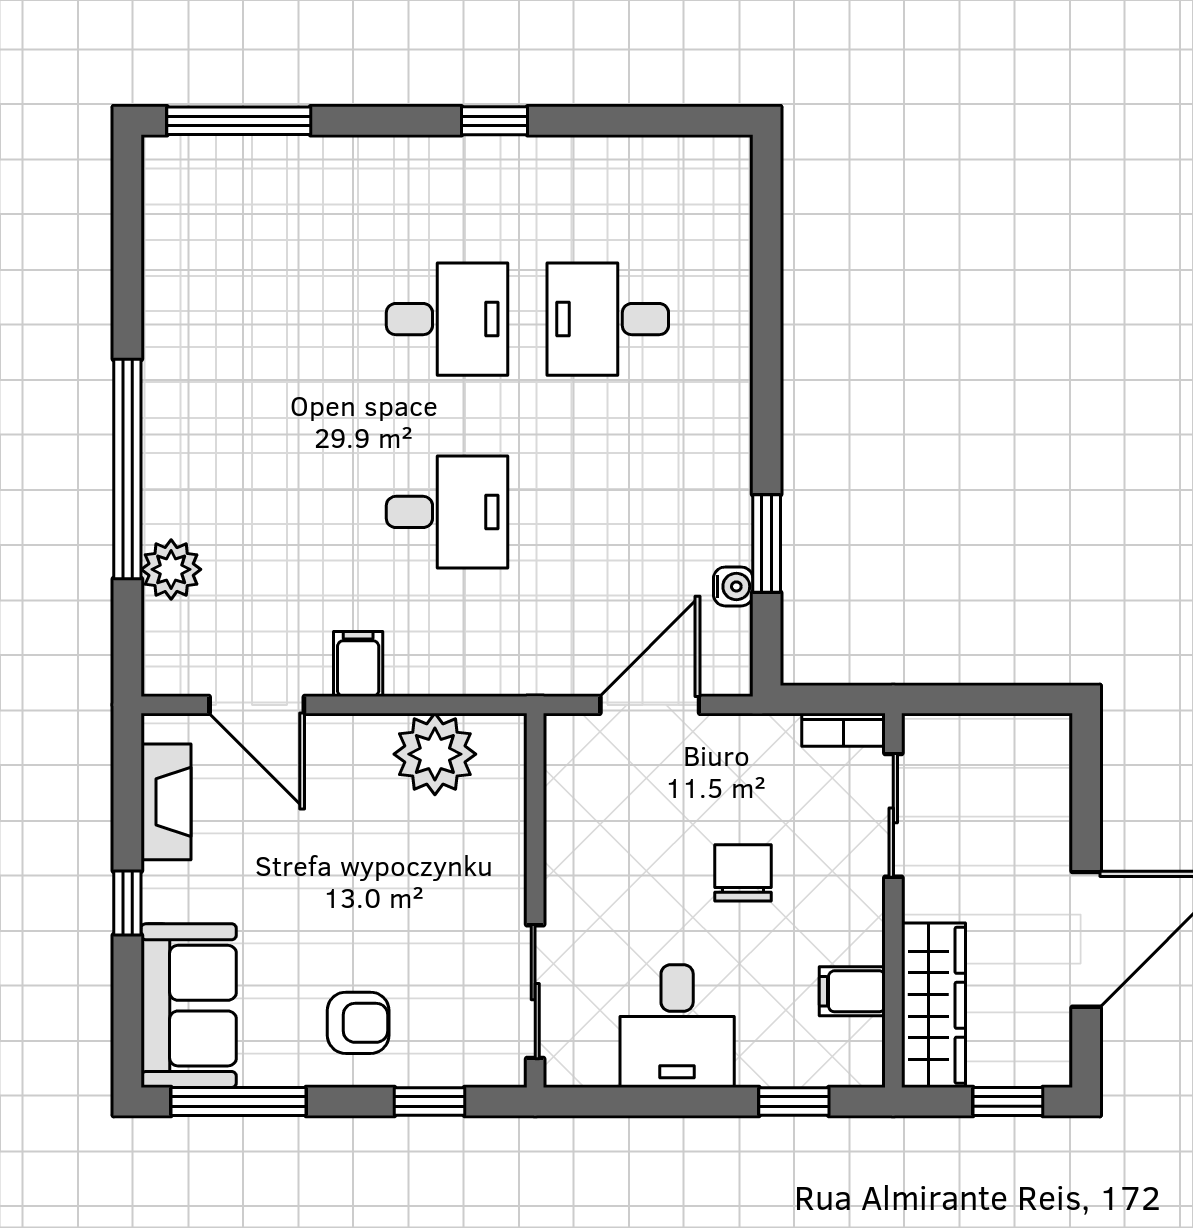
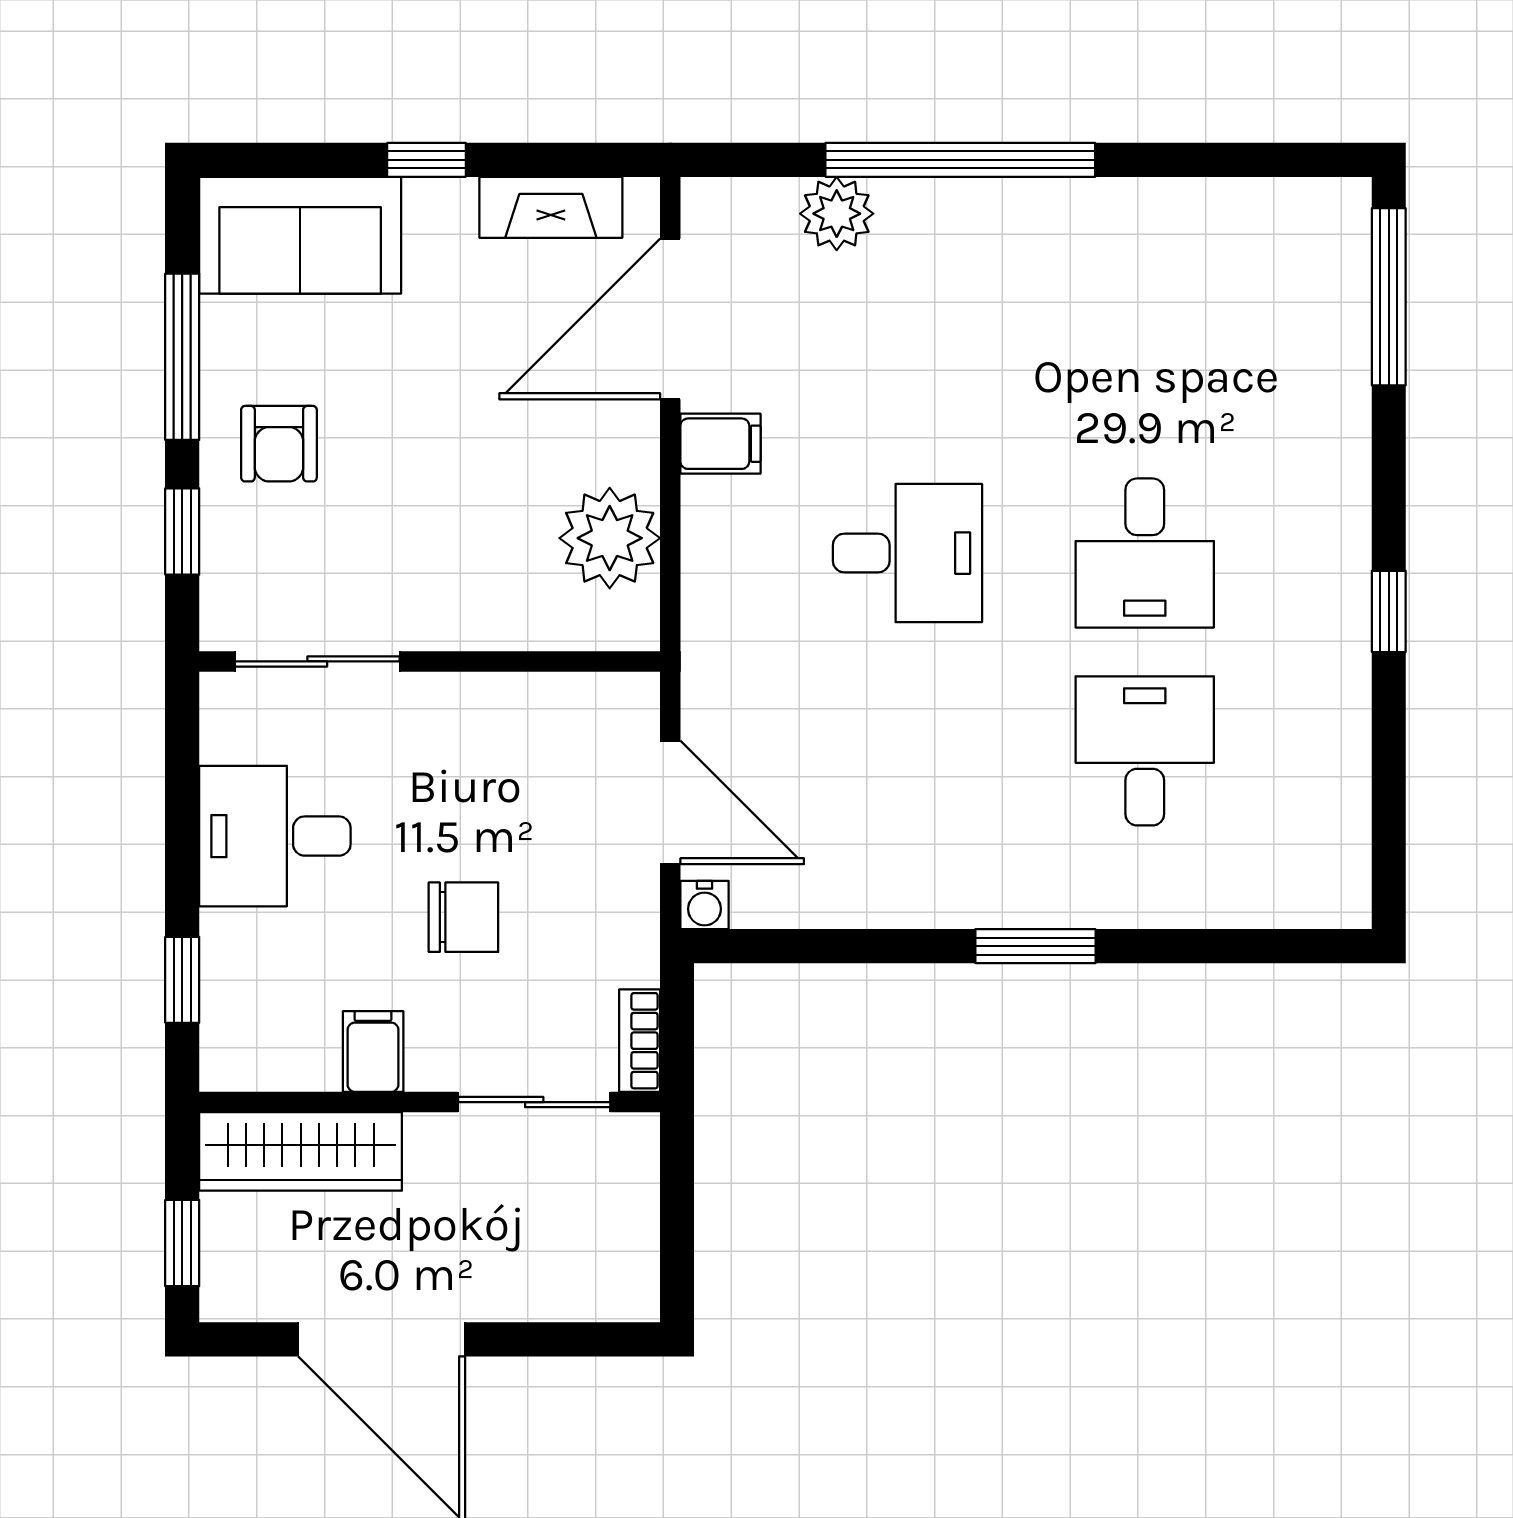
desk: (447, 512) -> (907, 553), turned -90
window: (767, 543) -> (1035, 946), moved
water cooler: (733, 586) -> (705, 905), moved
door: (257, 705) -> (670, 319), width x1.36
filing cabinet: (852, 991) -> (373, 1052), moved
window: (239, 1101) -> (182, 357), moved

